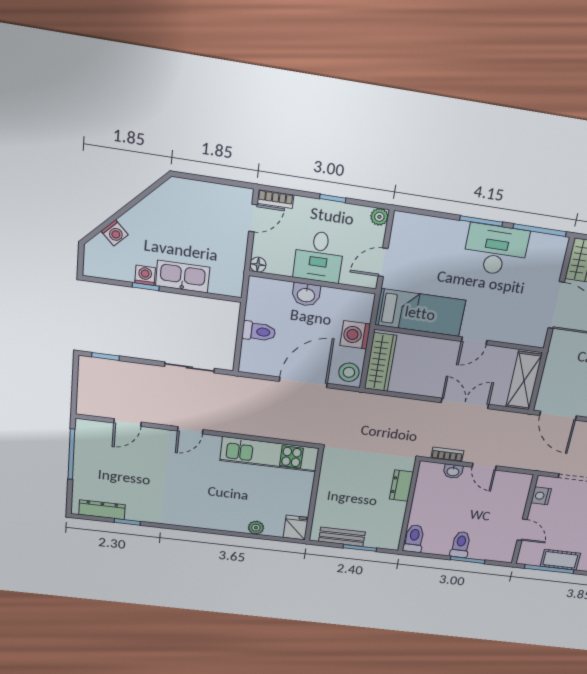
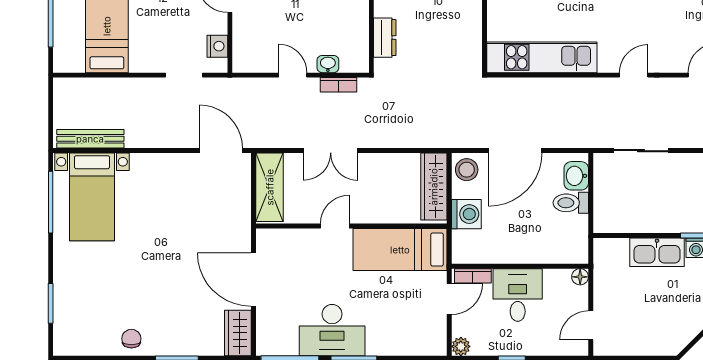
bookcase: (275, 199) -> (473, 276), moved, turned 180
washbasin: (306, 295) -> (576, 176), moved, turned -90

